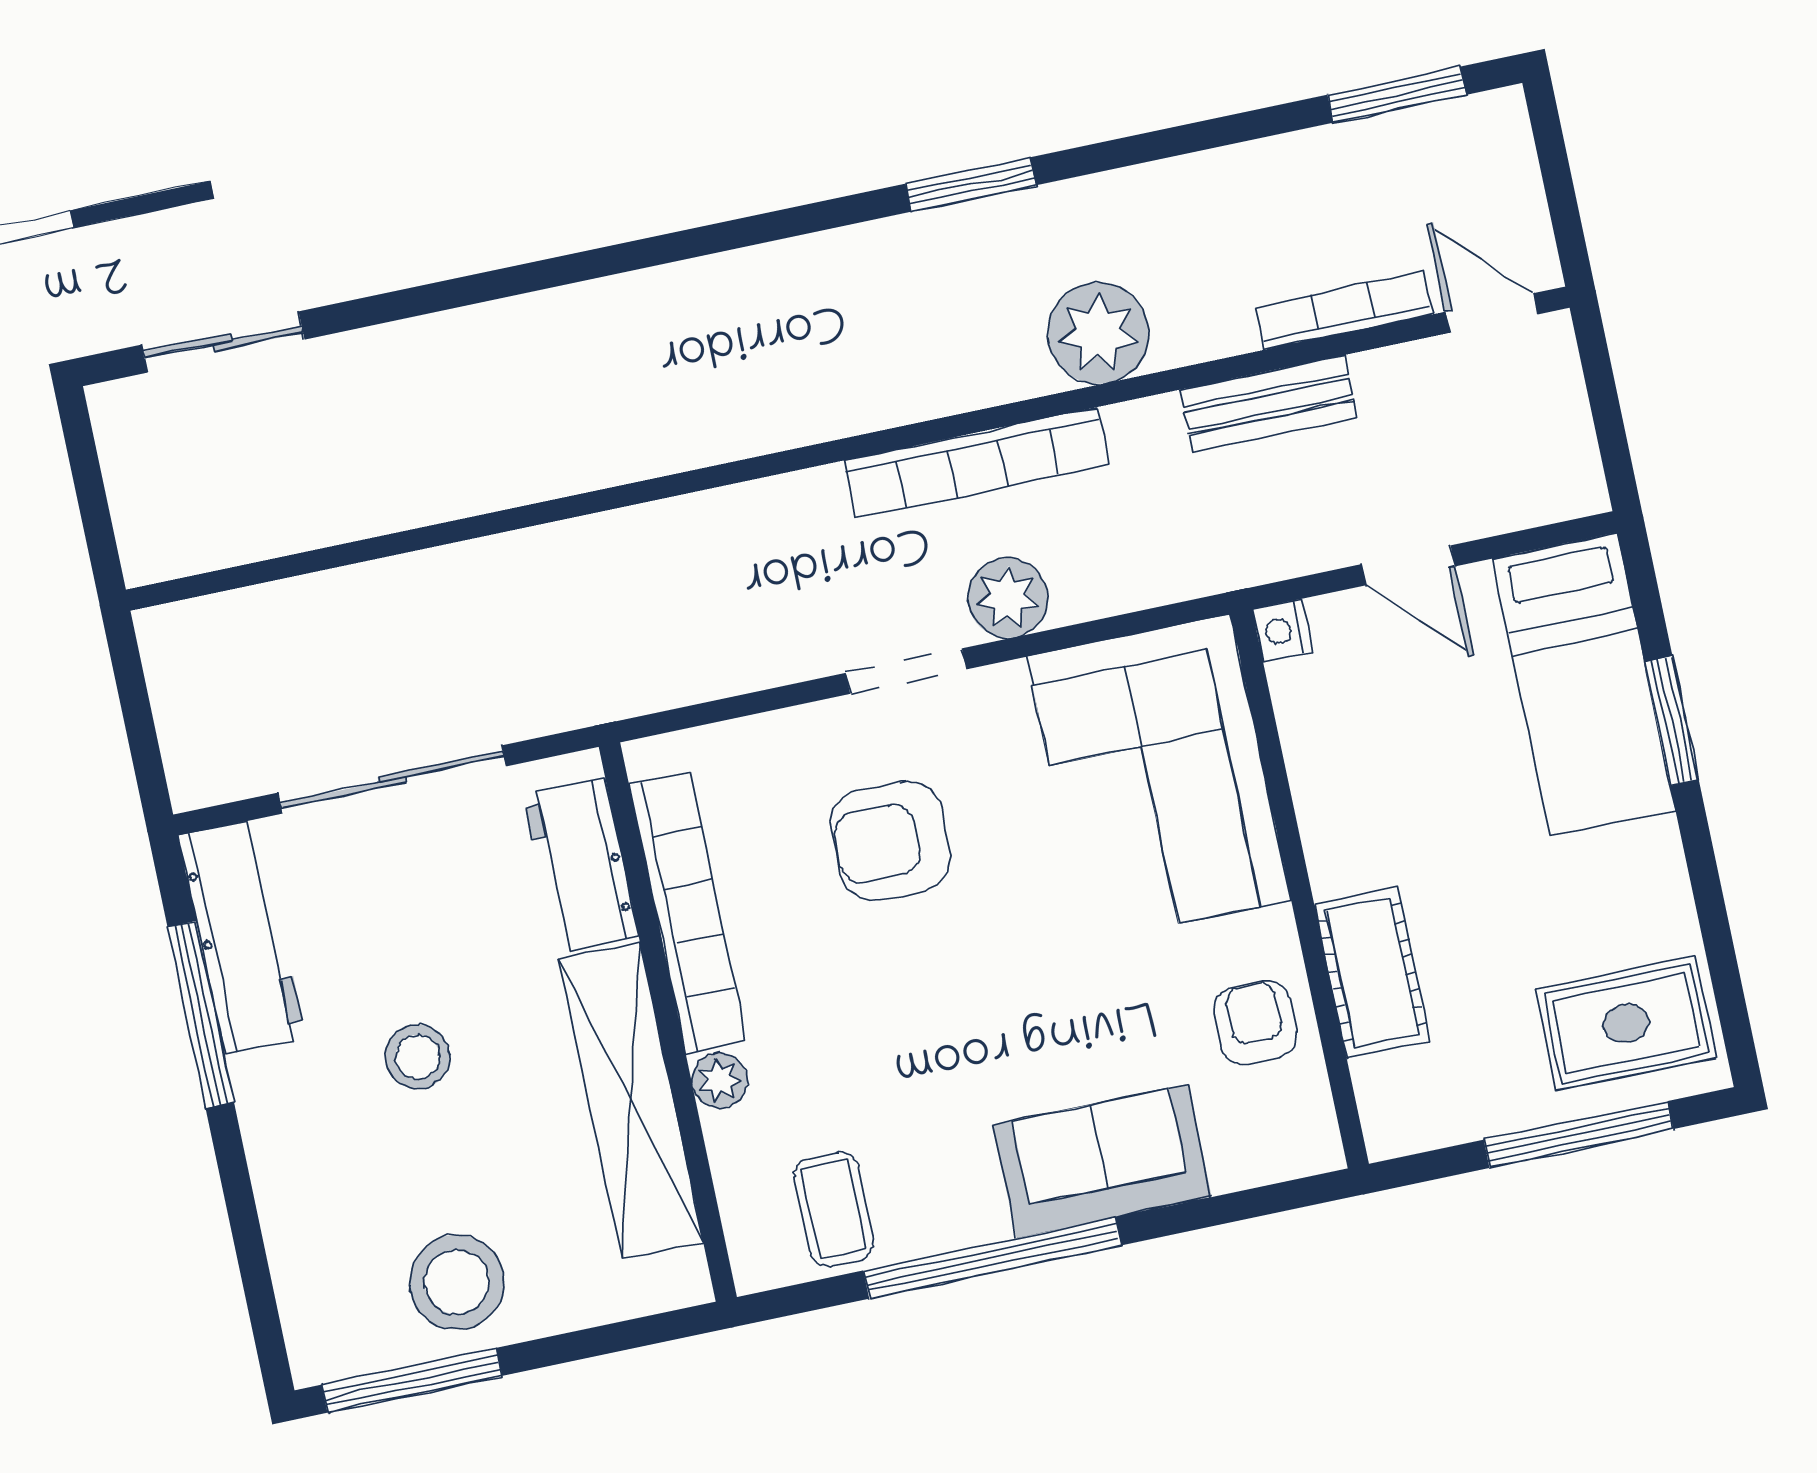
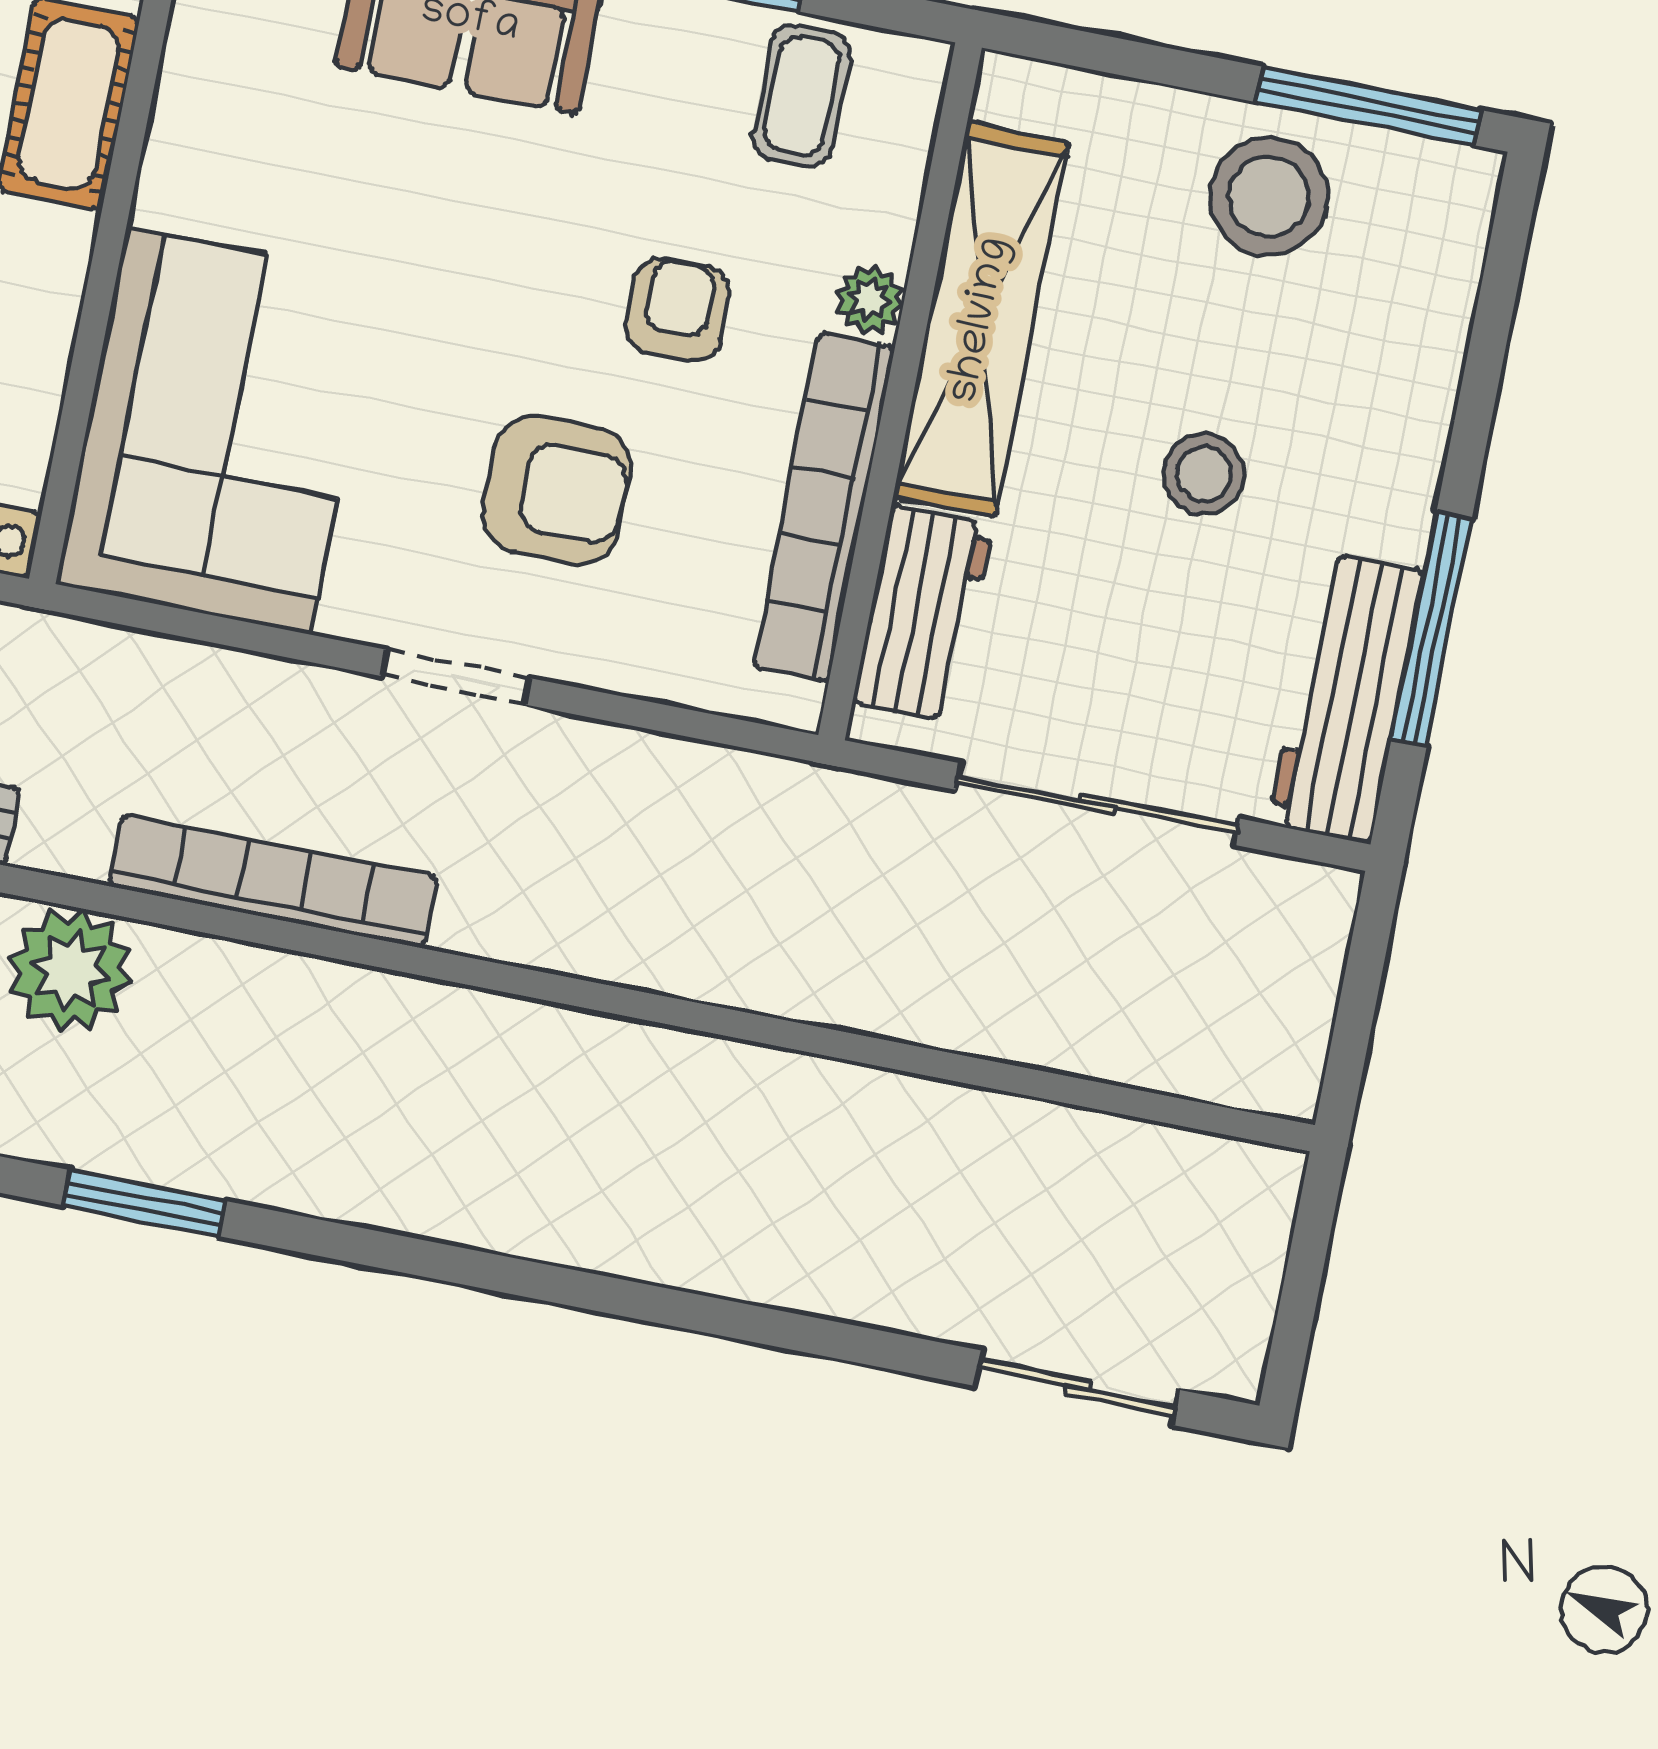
plant: (1008, 598) -> (303, 711), removed
armchair: (1255, 1022) -> (678, 310), moved, turned 180

